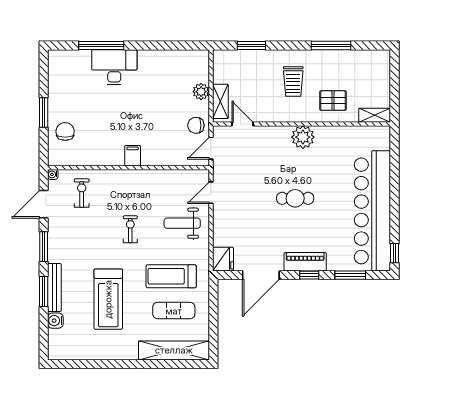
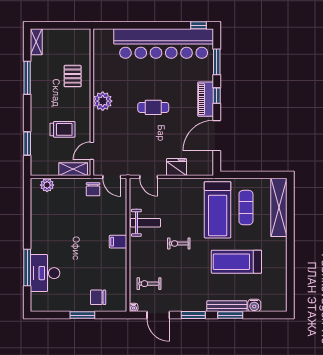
desk: (114, 67) -> (45, 273), moved
trolley: (293, 81) -> (63, 129), moved
plant: (201, 92) -> (47, 185), moved
shelving: (375, 115) -> (36, 42), moved
cafe table: (295, 198) -> (153, 107), turned 90
weight bench: (182, 223) -> (145, 223), moved, turned -90
fridge: (223, 259) -> (176, 167), moved
door: (261, 275) -> (217, 136), swing flipped
treadmill: (171, 276) -> (218, 210), width x1.37, depth x1.38
treadmill: (108, 299) -> (236, 262), turned 180

